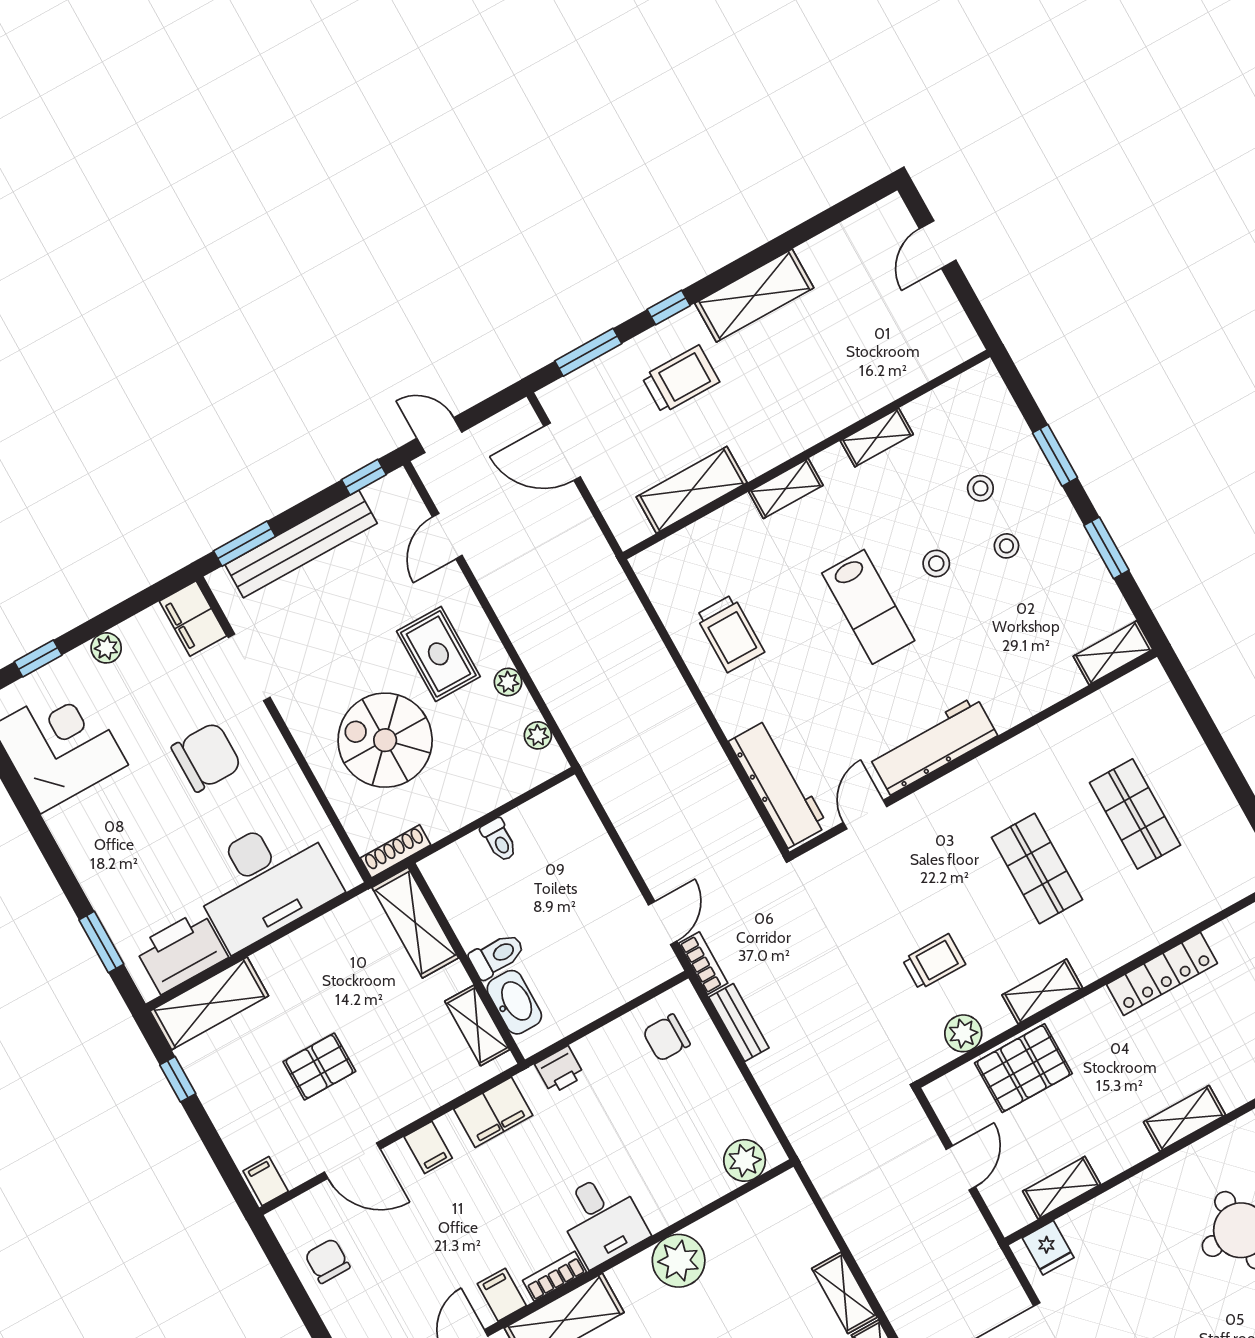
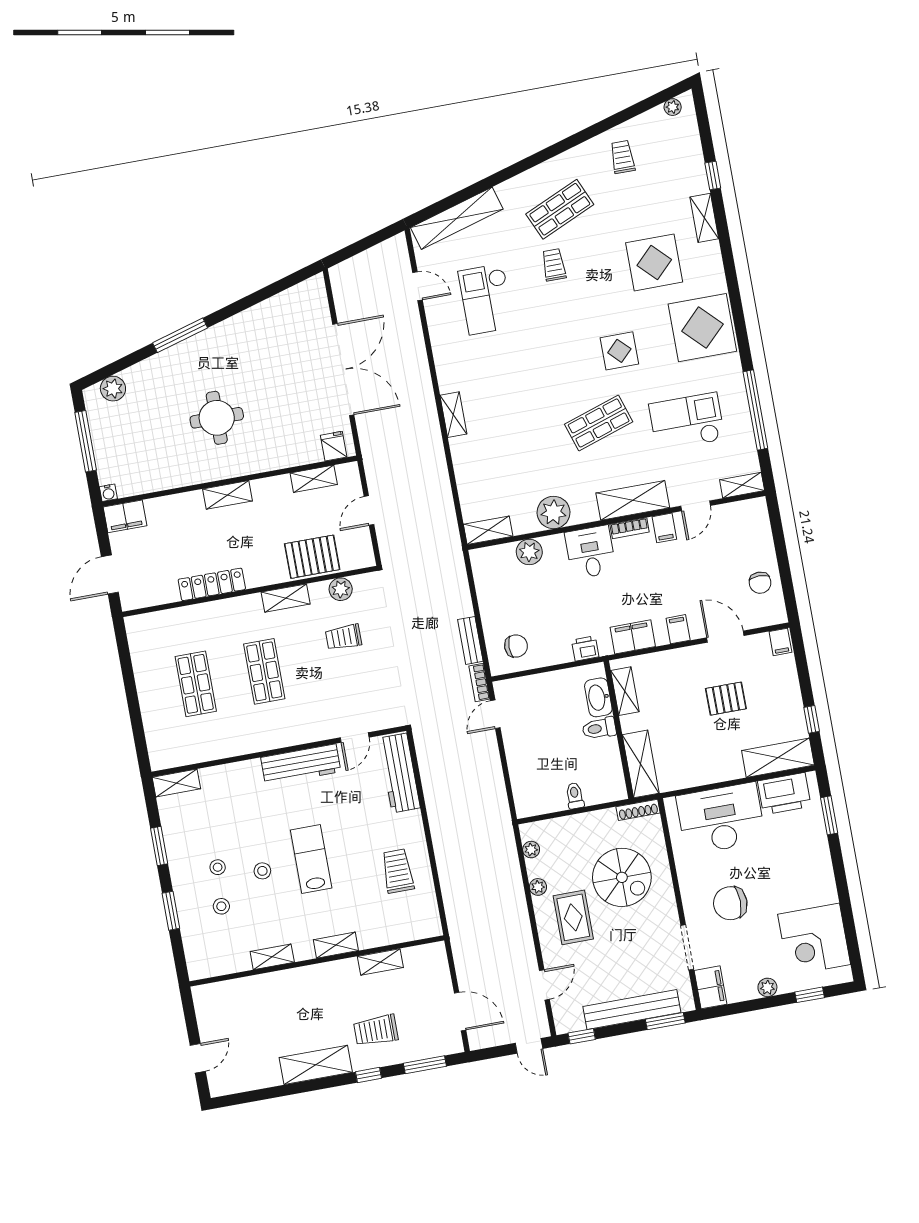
shelving: (692, 490) -> (380, 962), width x0.67, depth x0.75
plant: (745, 1160) -> (529, 552), moved
shelving: (844, 1293) -> (488, 530), moved, turned 90

